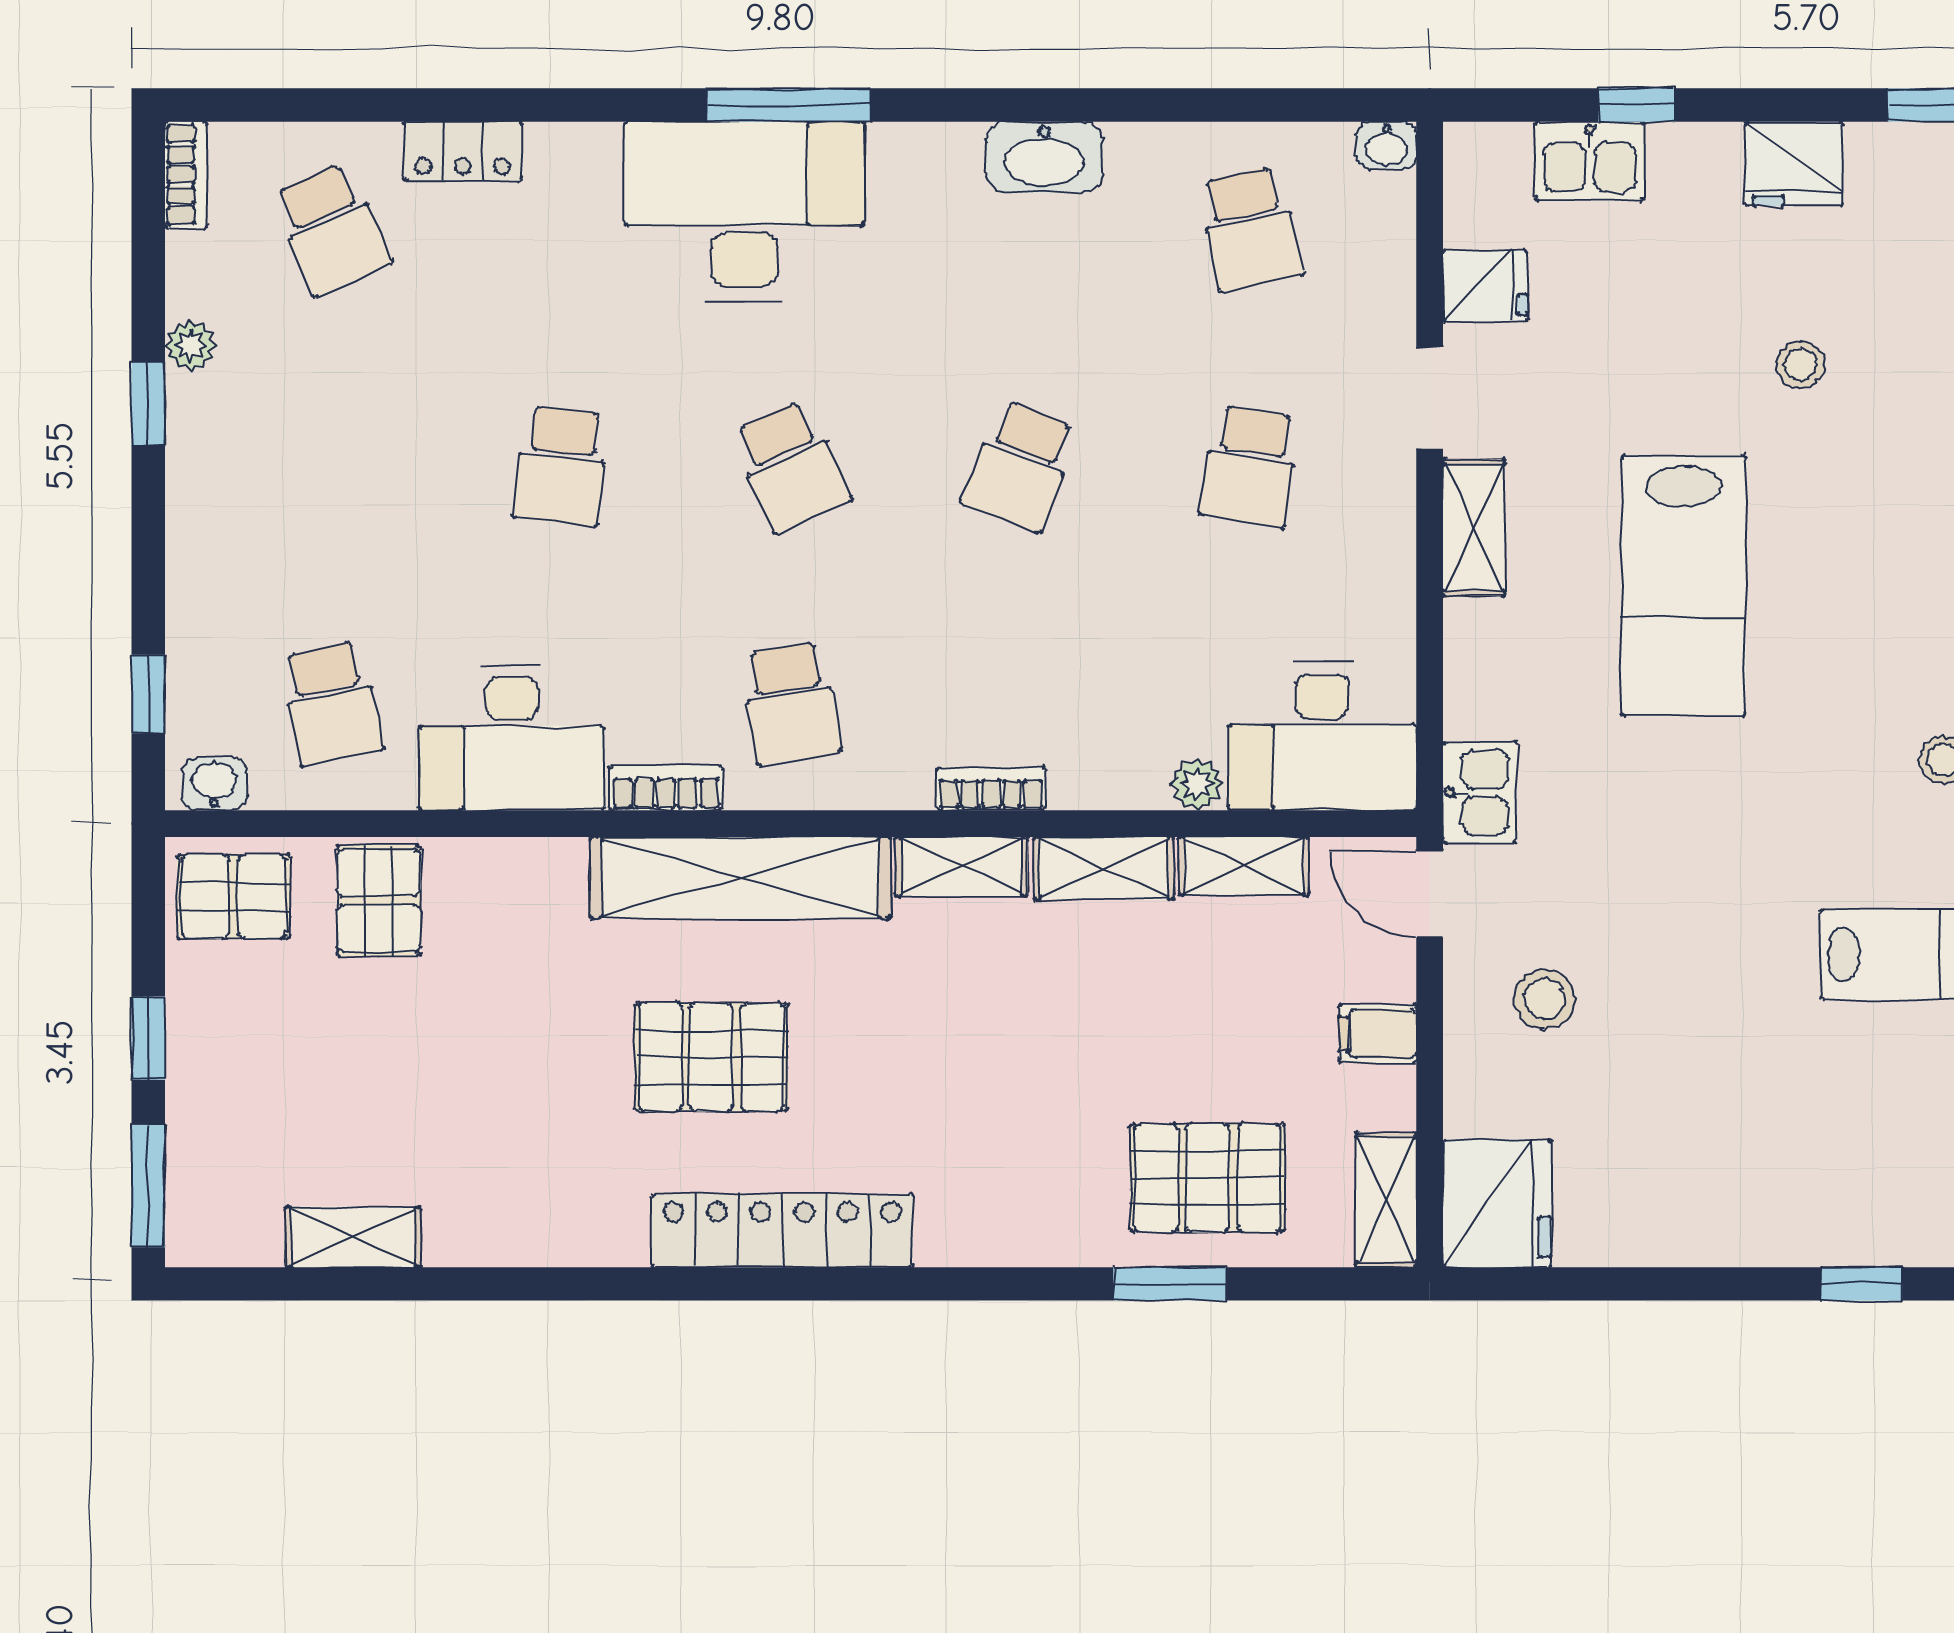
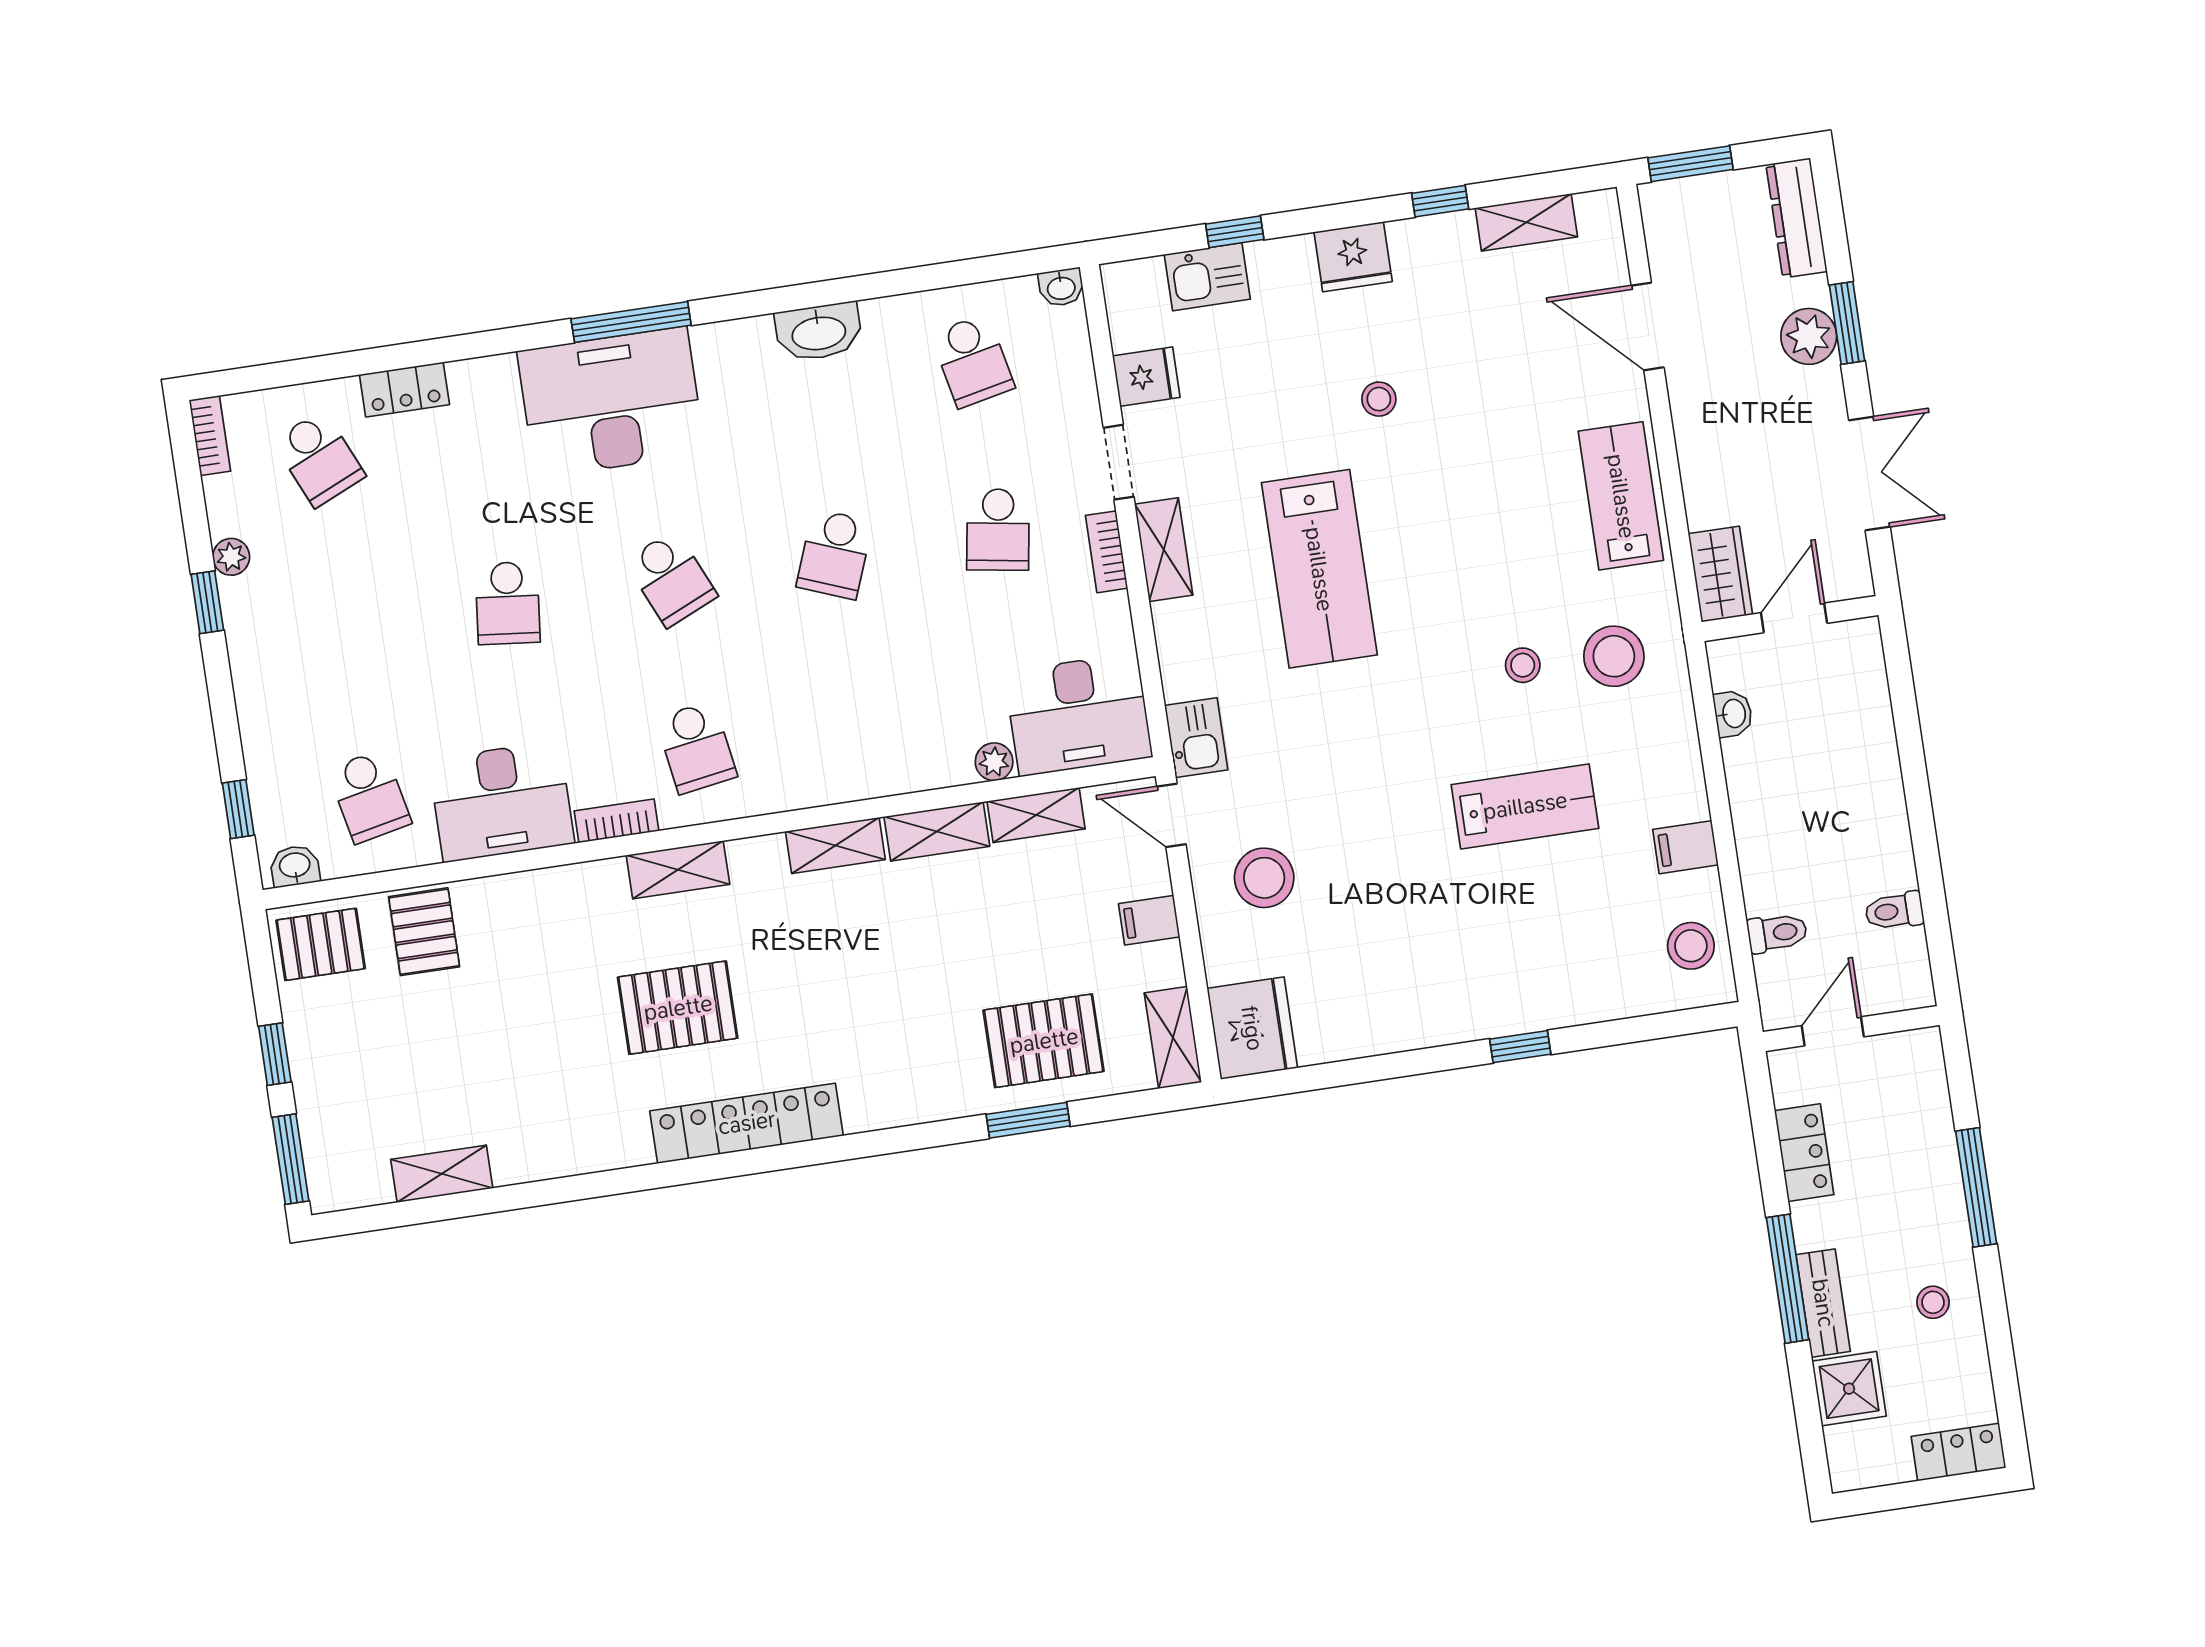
bookcase: (991, 789) -> (1107, 552), moved, turned -90
shelving: (740, 878) -> (678, 870), width x0.45, depth x0.75
stool: (1544, 999) -> (1264, 878), width x1.38, depth x1.38

